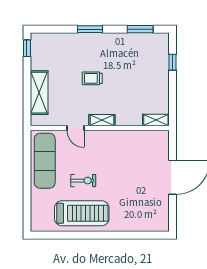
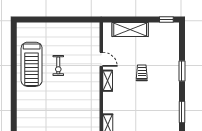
door: (76, 128) -> (101, 59), swing flipped
exercise mat: (45, 161) -> (74, 34), removed

